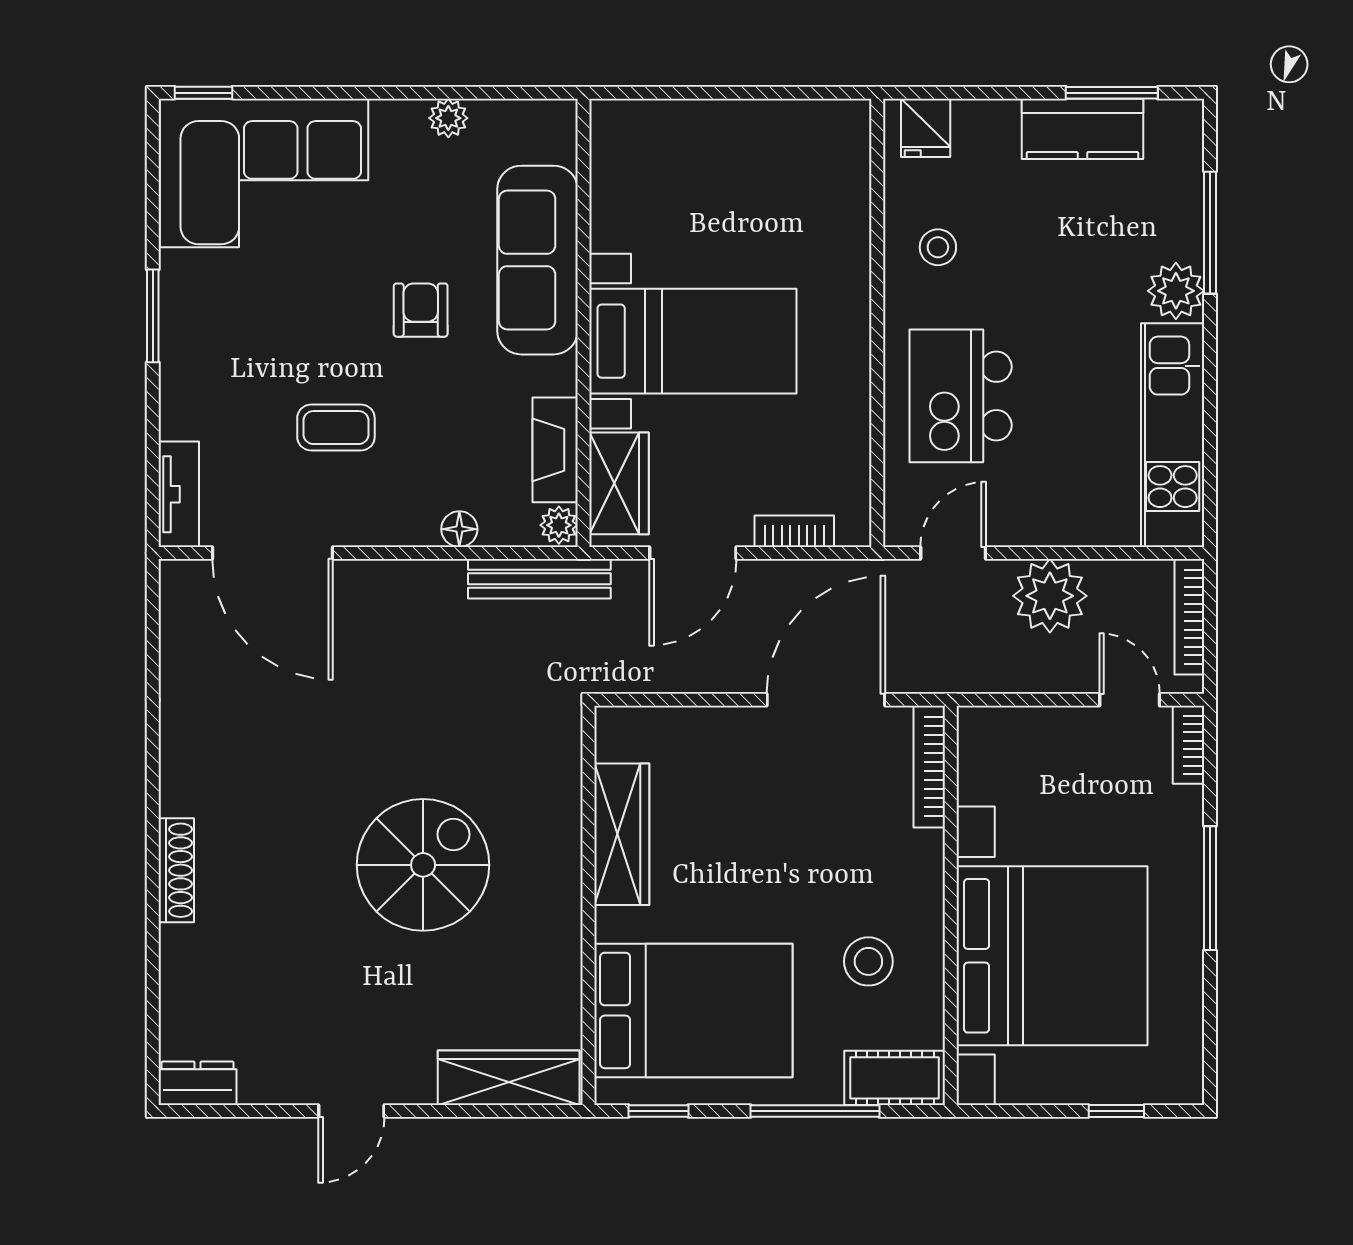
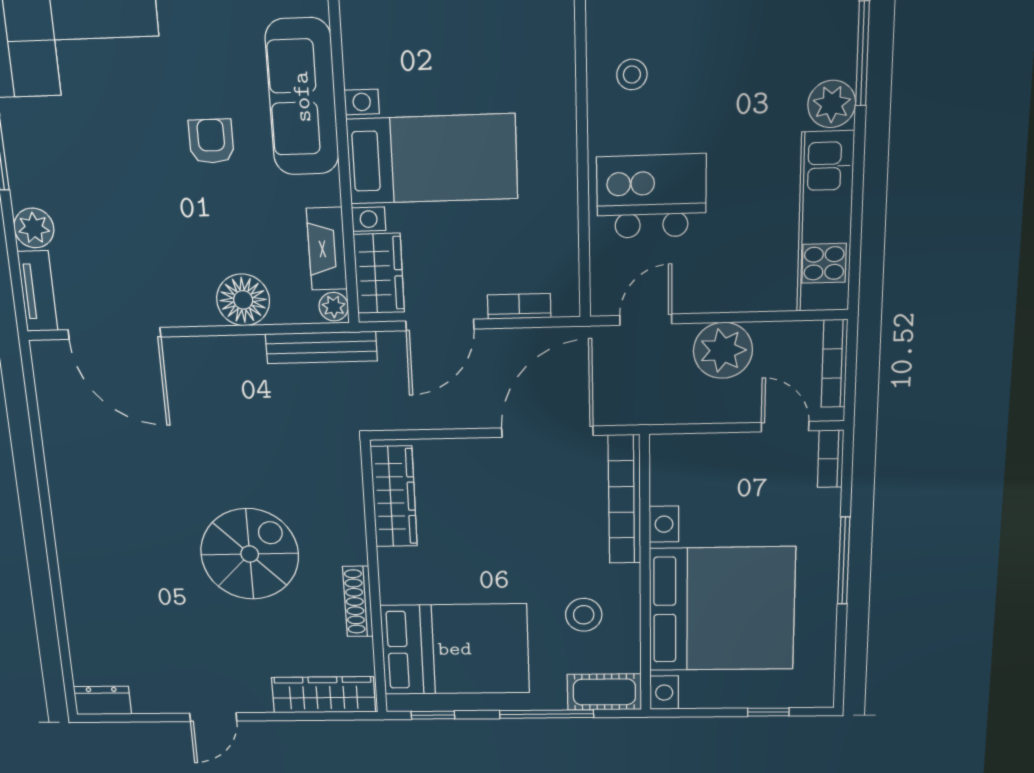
kitchen island: (961, 396) -> (651, 196), turned 90
plant: (184, 412) -> (34, 228), added
coffee table: (336, 428) -> (153, 236), removed
floor lamp: (459, 529) -> (243, 300), width x1.89, depth x1.89
bookcase: (929, 767) -> (624, 499), width x1.48, depth x1.31
wardrobe: (622, 834) -> (394, 497), moved
shoe rack: (176, 870) -> (358, 602), moved, turned 180

